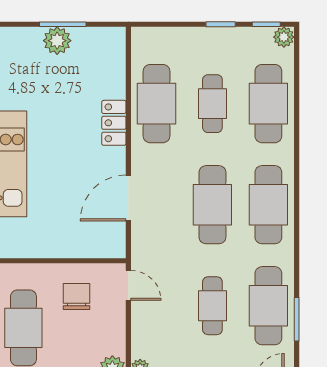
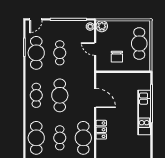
door: (128, 198) -> (95, 98), hinge flipped
cafe table: (268, 205) -> (36, 95), width x0.73, depth x0.74
door: (128, 285) -> (95, 49), moved

